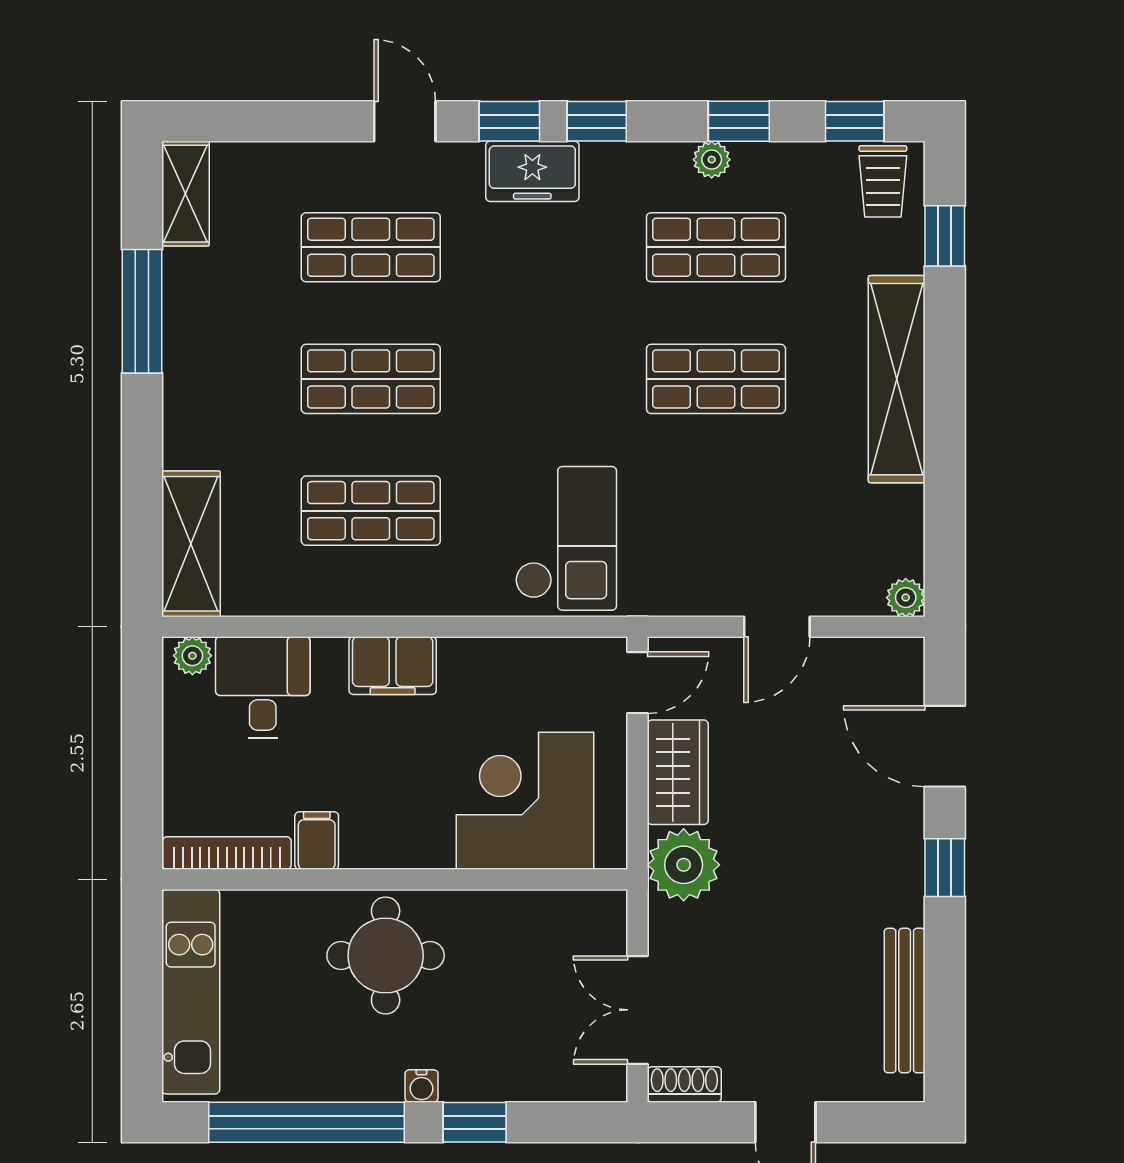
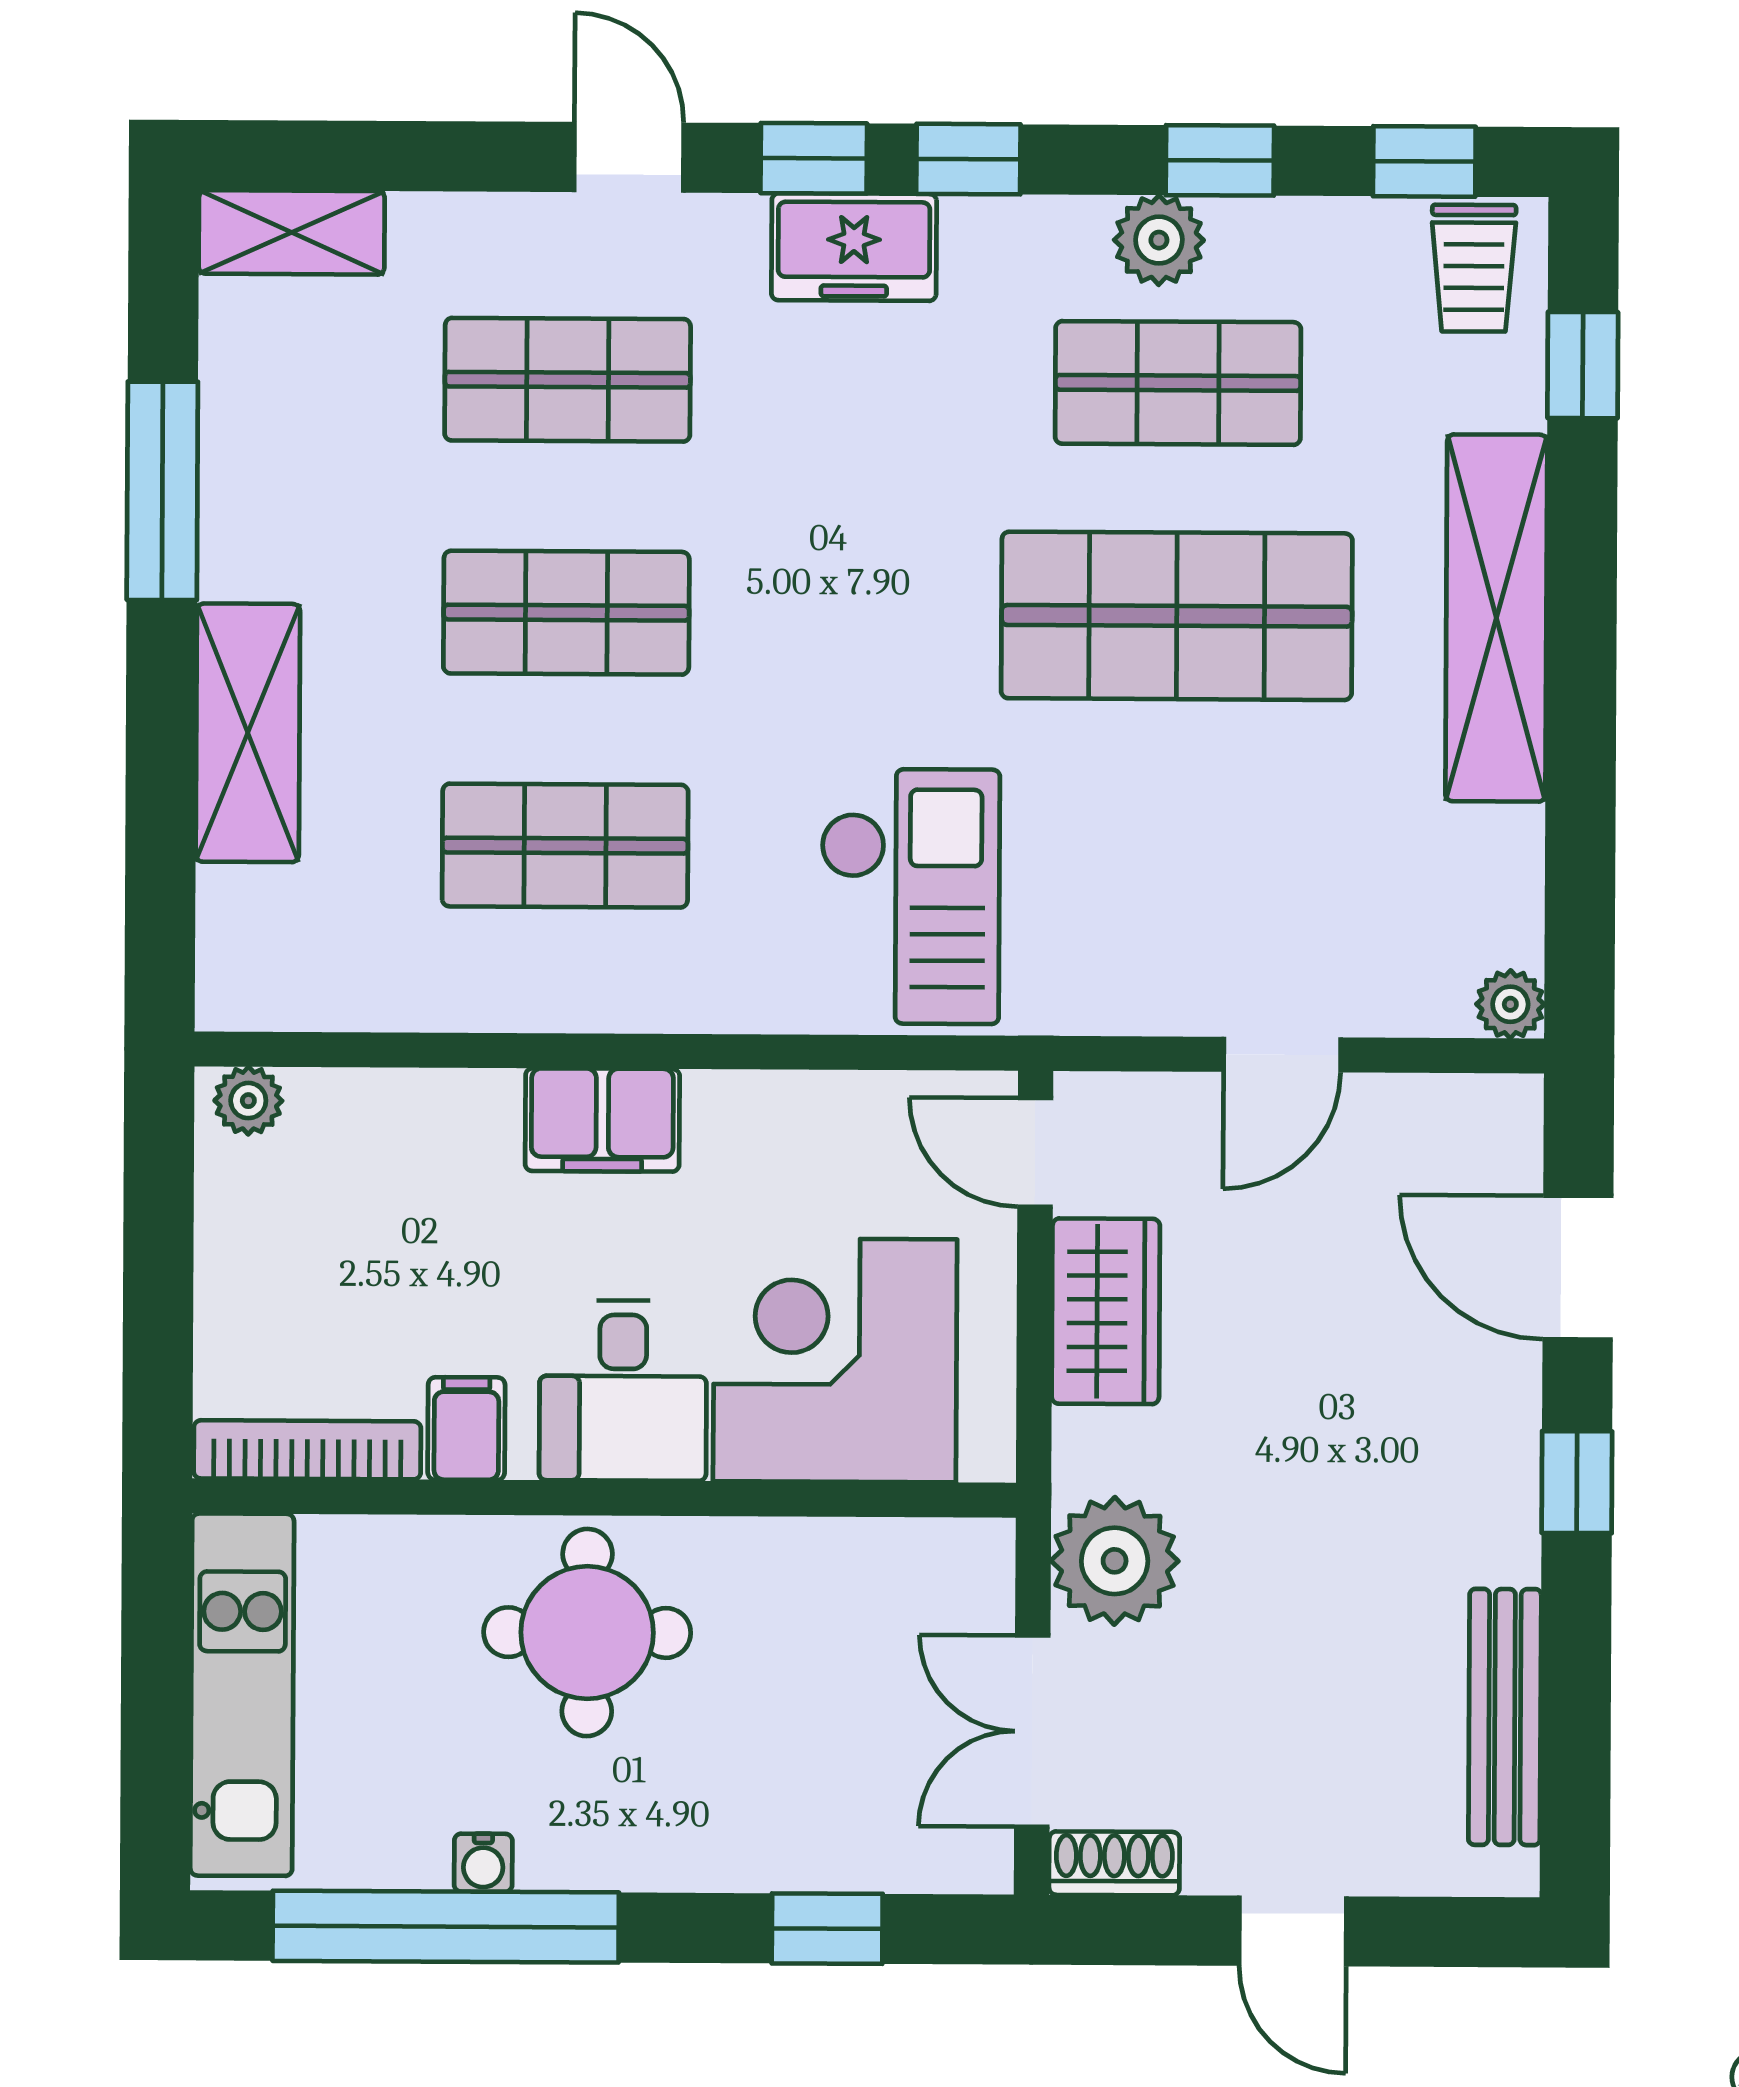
plant: (712, 160) -> (1159, 240), width x1.38, depth x1.38
shelving: (185, 194) -> (292, 232), moved, turned 90
shop shelf: (716, 379) -> (1177, 616), width x1.43, depth x1.36
shelving: (191, 544) -> (248, 733), moved
door: (638, 683) -> (1035, 1152), swing flipped
desk: (263, 688) -> (623, 1391), moved, turned 180
plant: (684, 865) -> (1115, 1561), moved
water cooler: (421, 1086) -> (483, 1863), moved
window: (475, 1122) -> (827, 1929), moved

